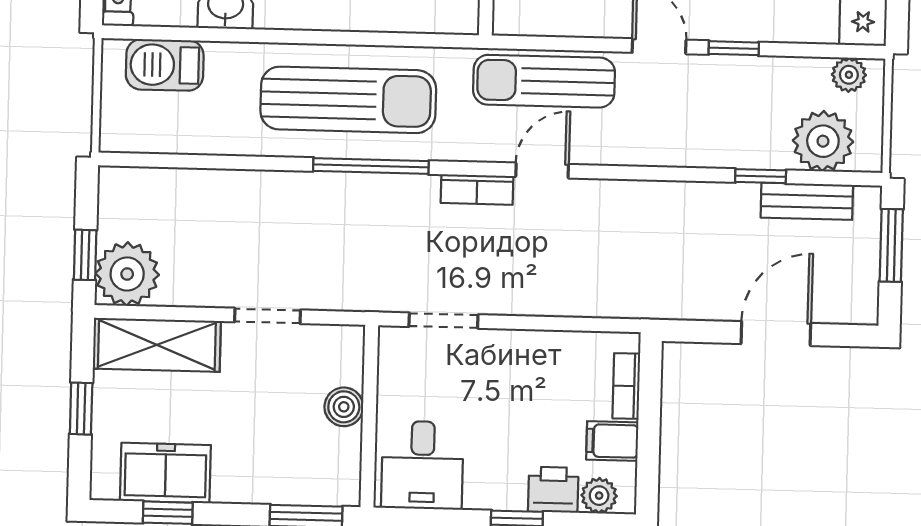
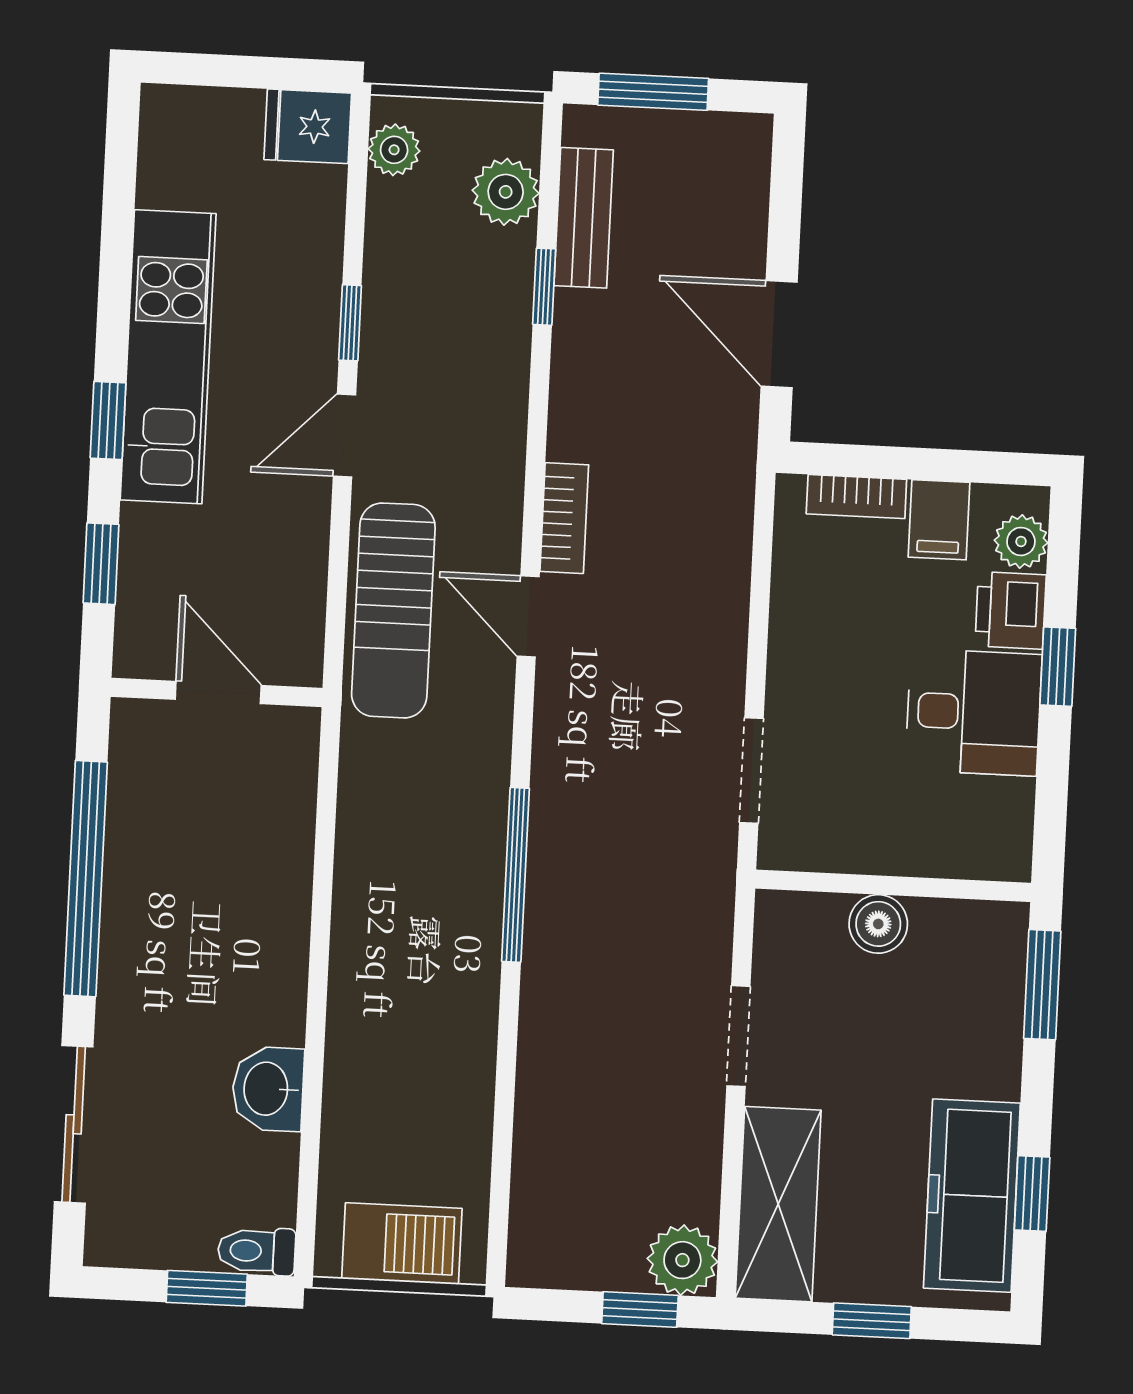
barbecue: (165, 65) -> (402, 1244), moved, turned -90
sun lounger: (348, 100) -> (415, 907), removed
plant: (823, 141) -> (506, 192), width x0.73, depth x0.73
bookcase: (477, 190) -> (564, 518), moved
plant: (127, 274) -> (682, 1260), width x0.73, depth x0.73
door: (776, 334) -> (779, 334), moved
desk: (422, 465) -> (974, 712), moved
freezer: (165, 473) -> (972, 1196), width x1.40

